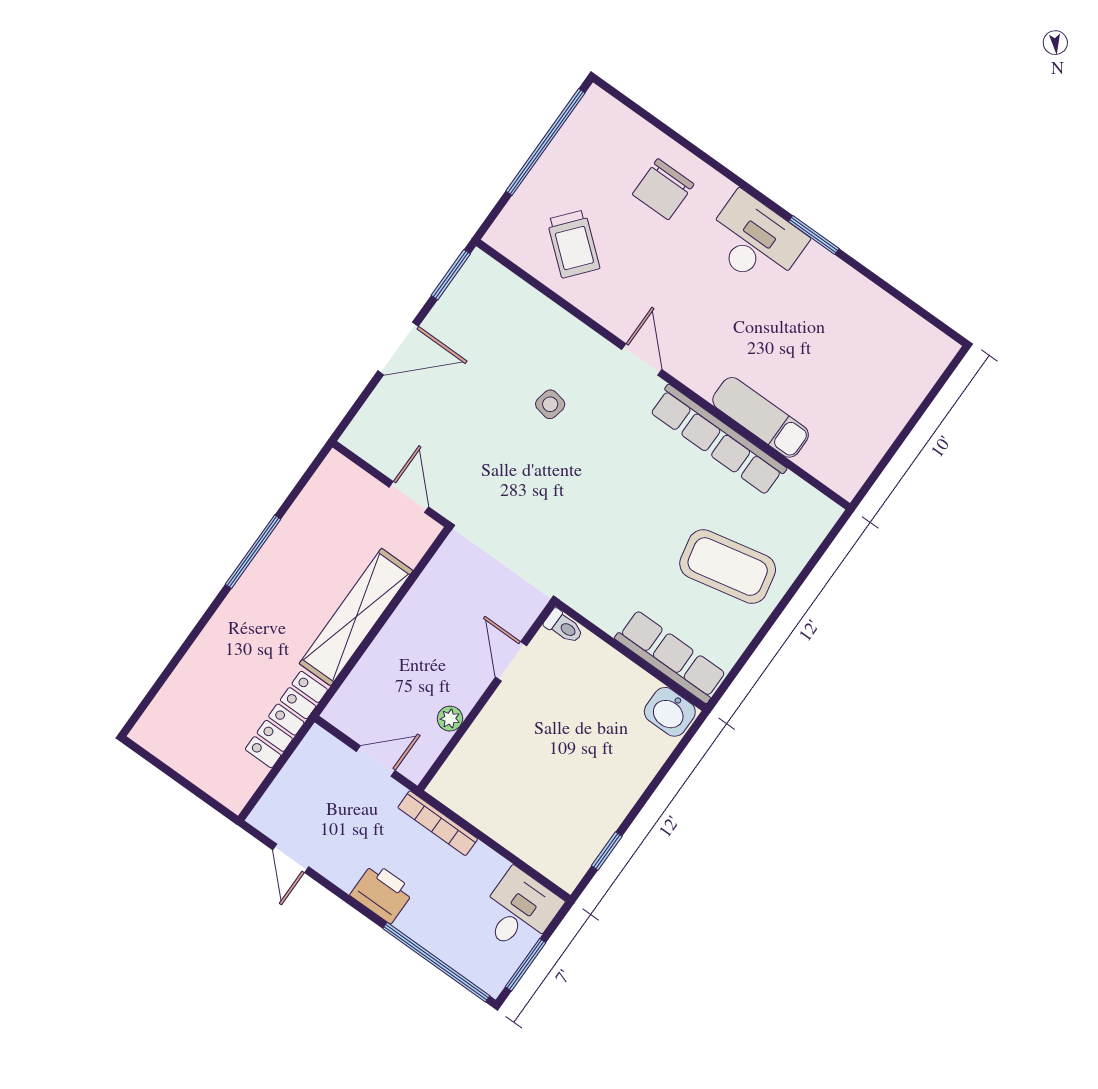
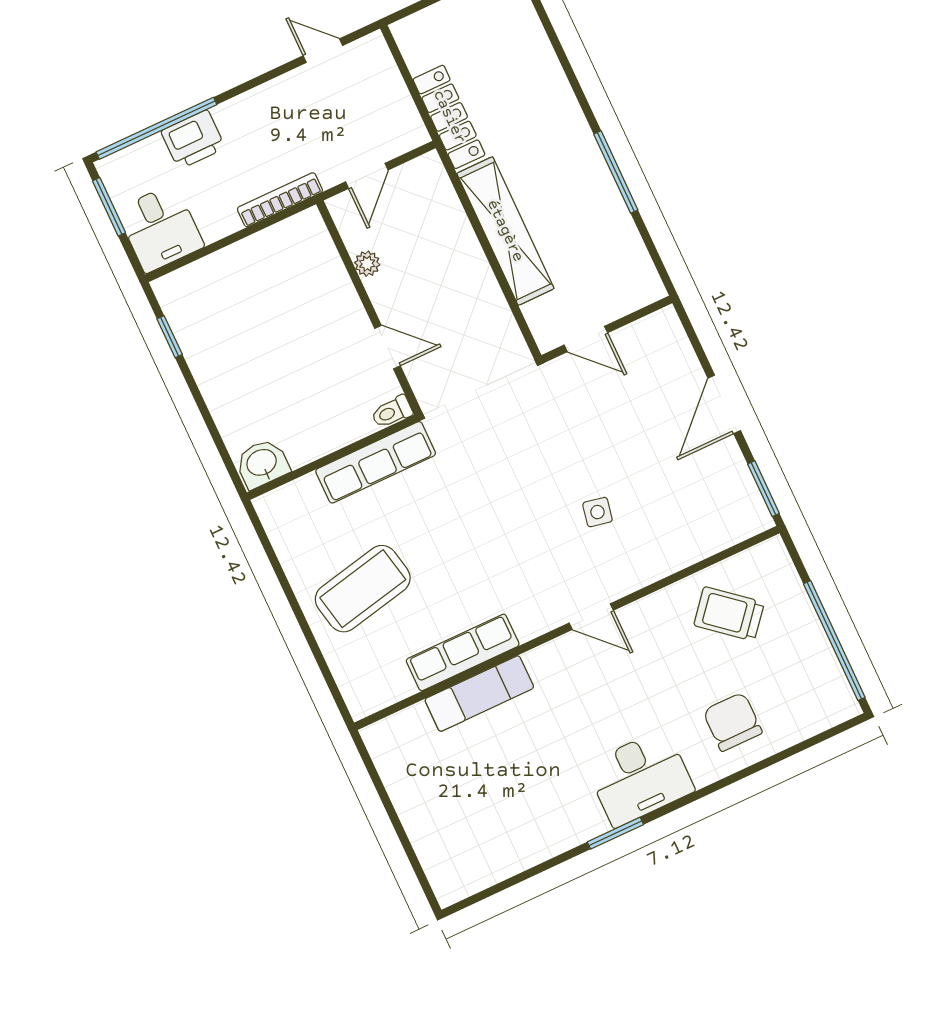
row of seats: (718, 440) -> (463, 652), width x0.73
row of seats: (671, 656) -> (376, 462), moved
printer: (382, 893) -> (193, 140), moved

